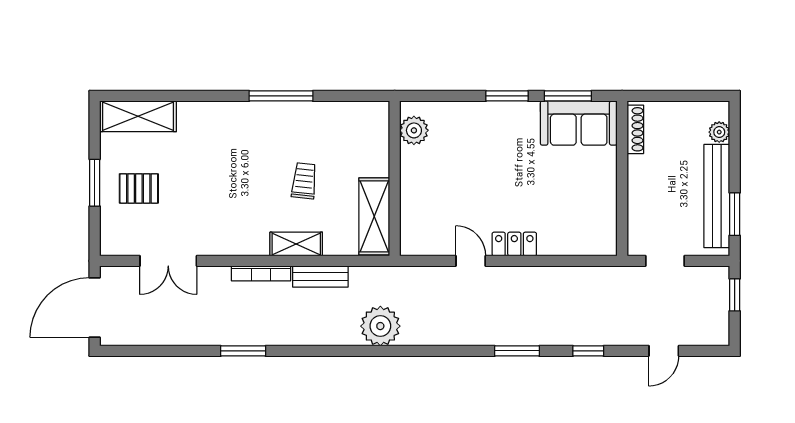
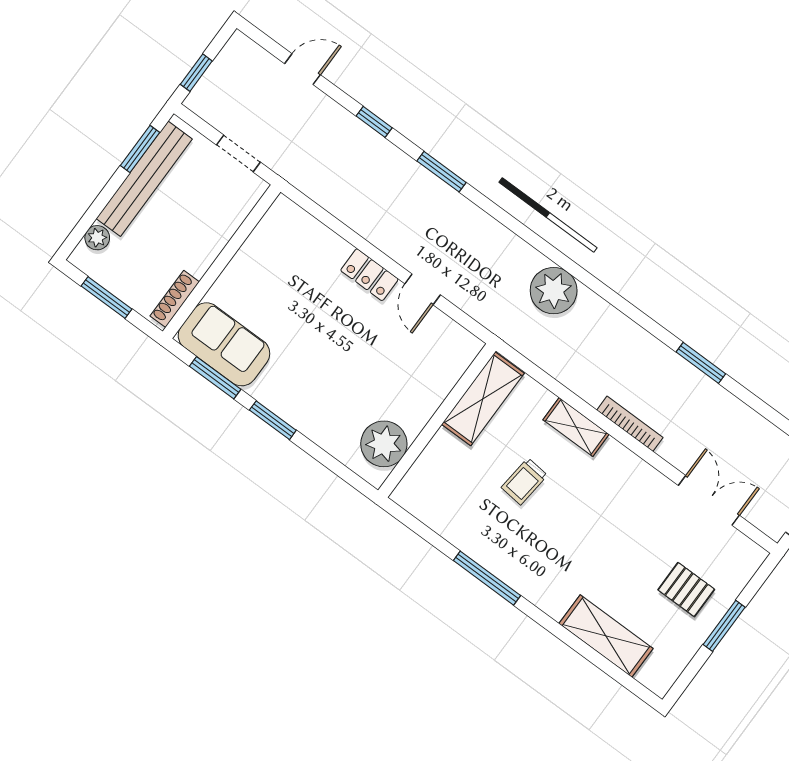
window: (683, 96) -> (107, 298), added
shelving: (138, 116) -> (606, 636), moved
plant: (414, 130) -> (384, 444), width x1.36, depth x1.36
bench: (320, 276) -> (576, 379), removed

